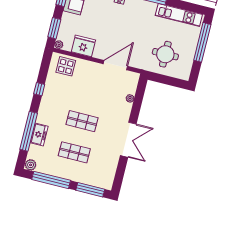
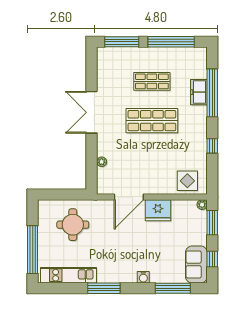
fridge: (83, 46) -> (158, 210), moved
shop shelf: (82, 121) -> (152, 121), width x1.43, depth x1.36
plant: (31, 165) -> (200, 54), removed

